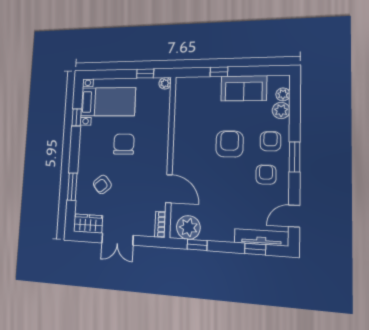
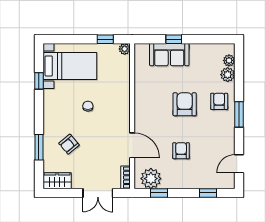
sofa: (244, 88) -> (169, 55), moved
chair: (124, 144) -> (88, 106), width x0.54, depth x0.54
armchair: (266, 175) -> (181, 151), moved
tv unit: (261, 237) -> (213, 183), removed
double door: (117, 239) -> (98, 193), moved

